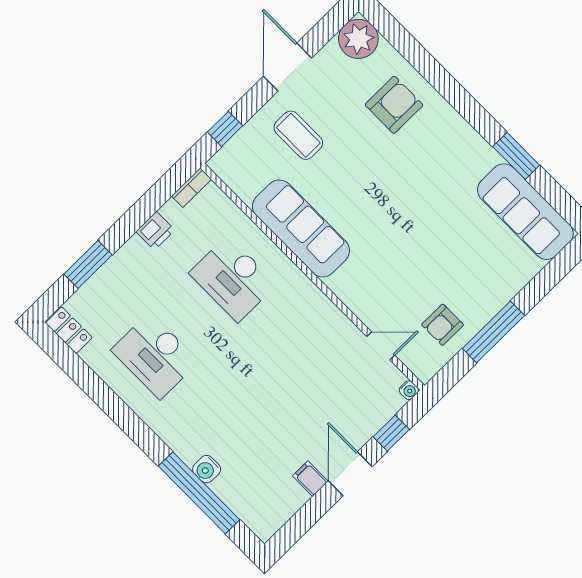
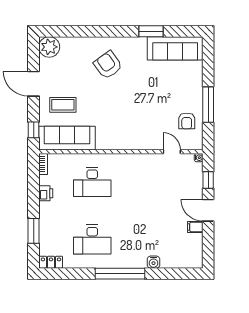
armchair: (394, 105) -> (108, 65), moved, turned -36
sofa: (301, 228) -> (67, 138), moved
door: (381, 346) -> (172, 152), hinge flipped
window: (199, 493) -> (120, 274), moved

